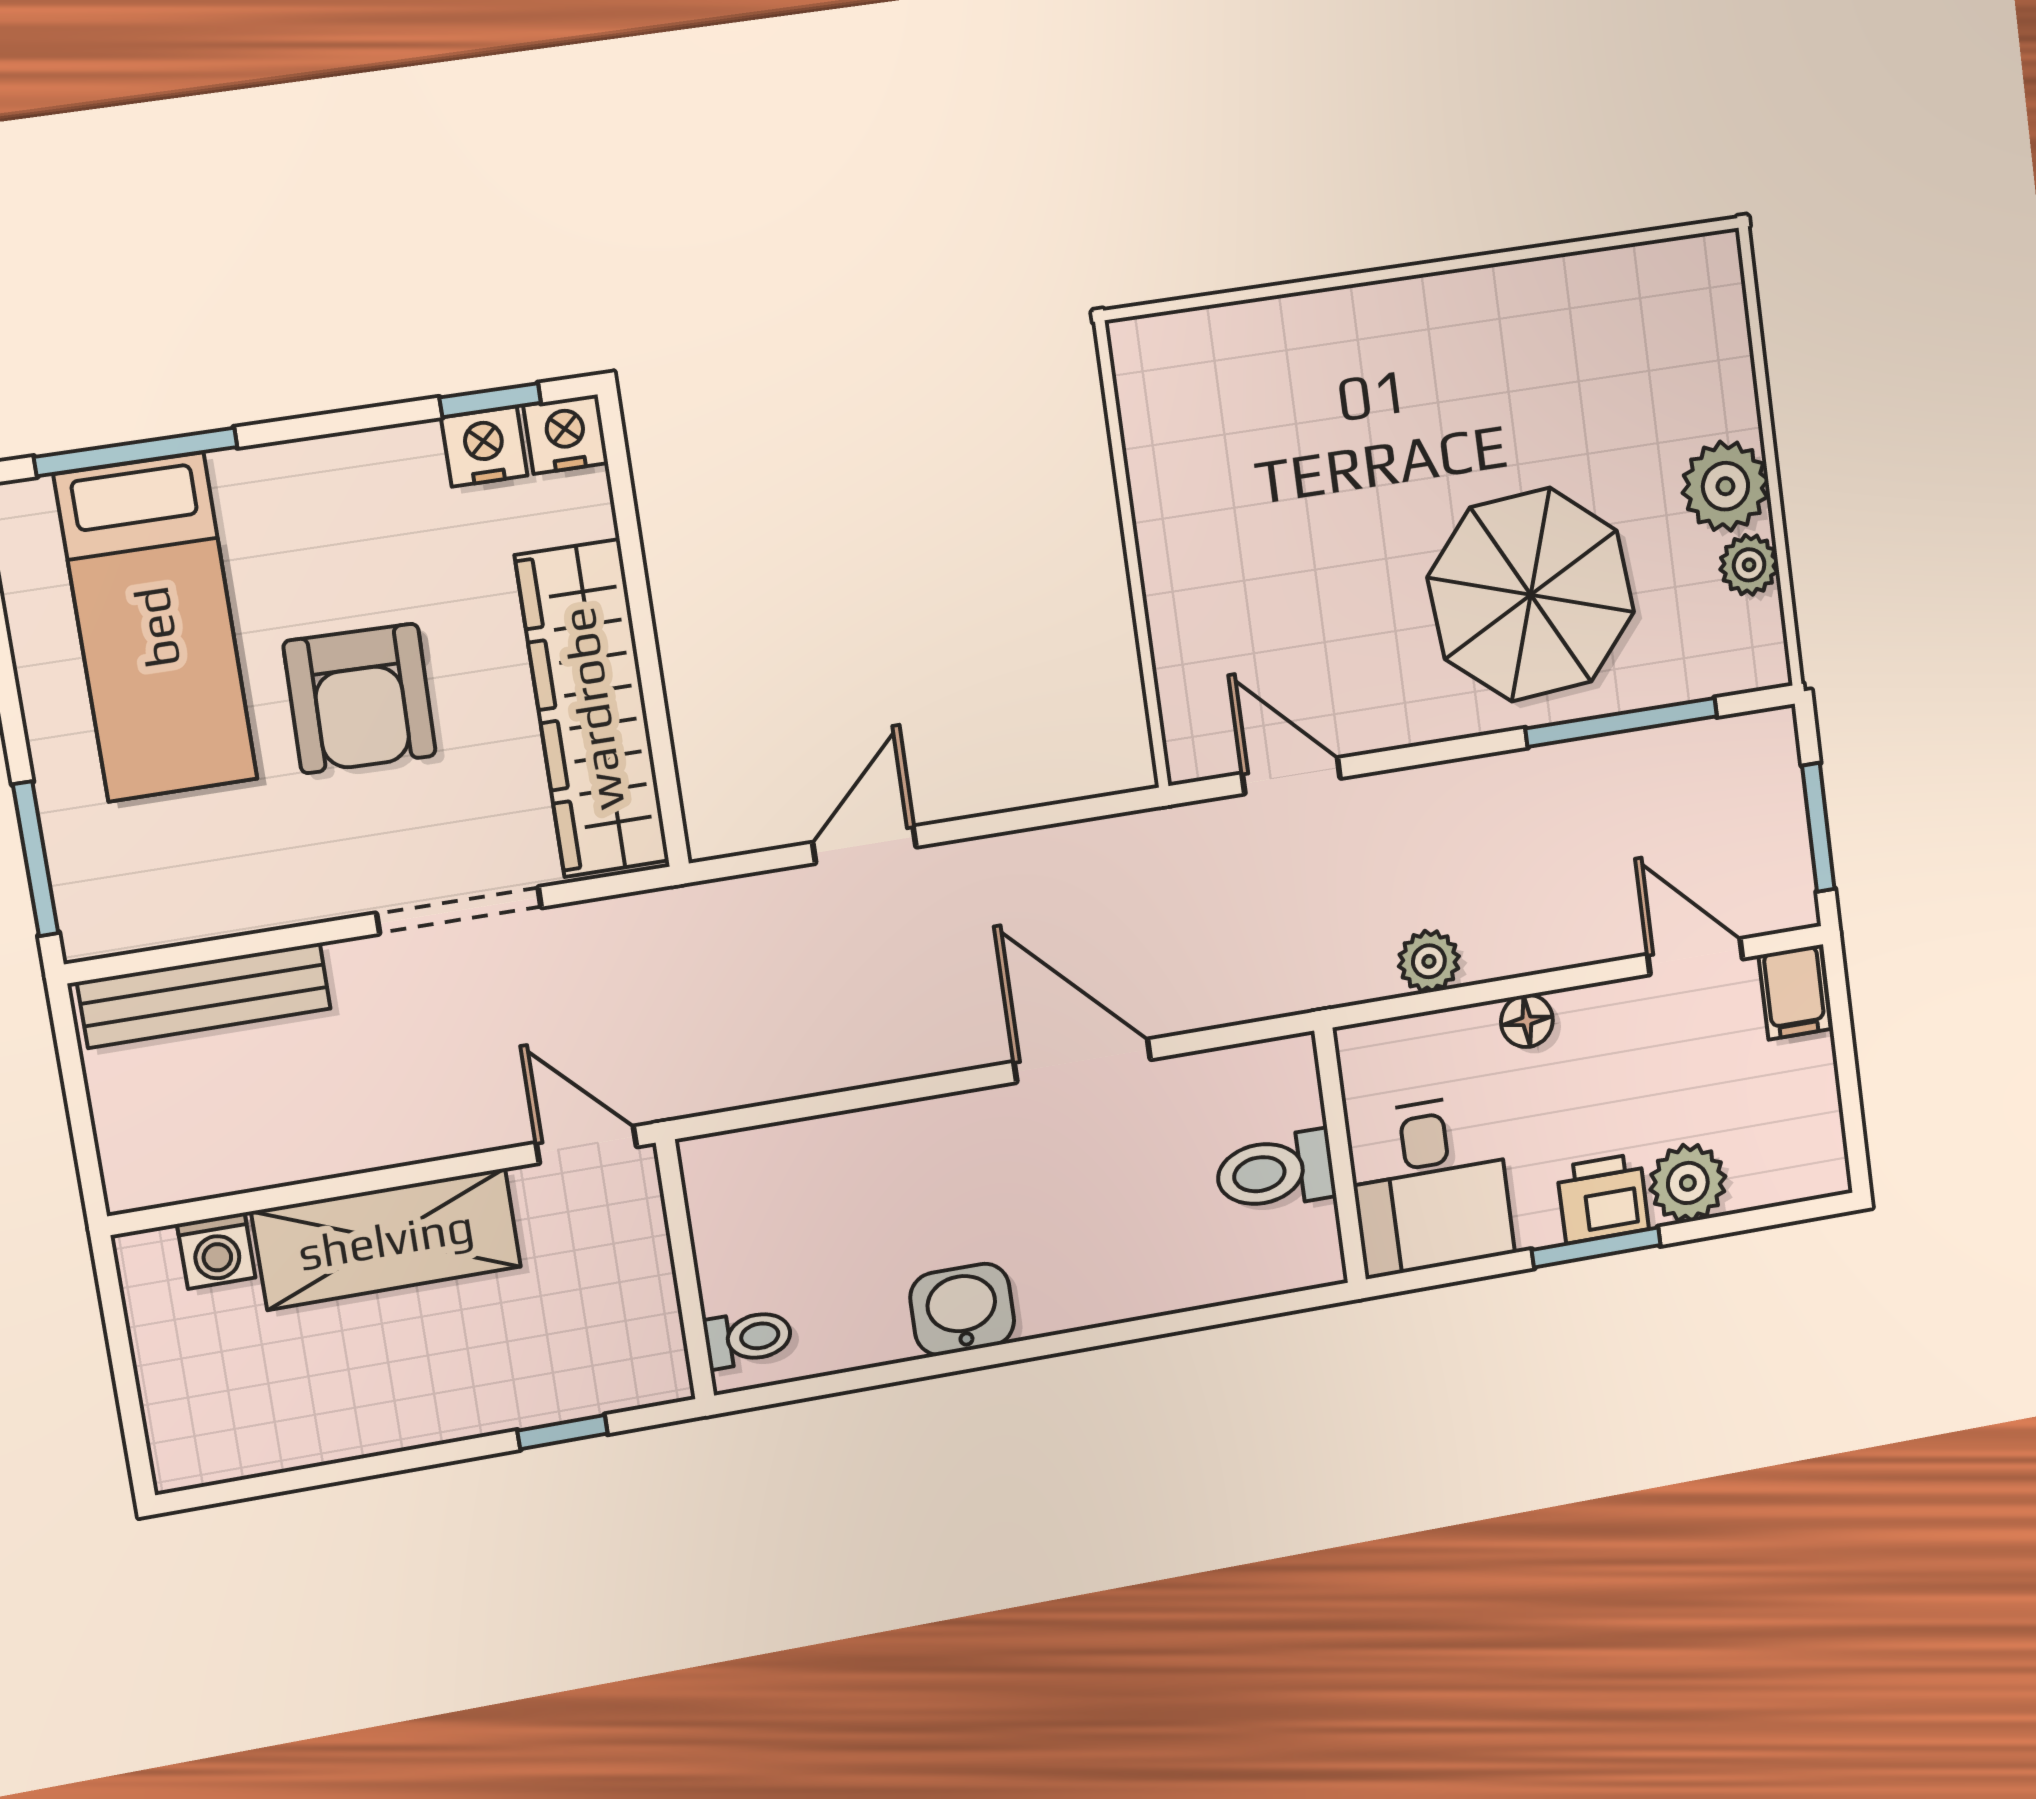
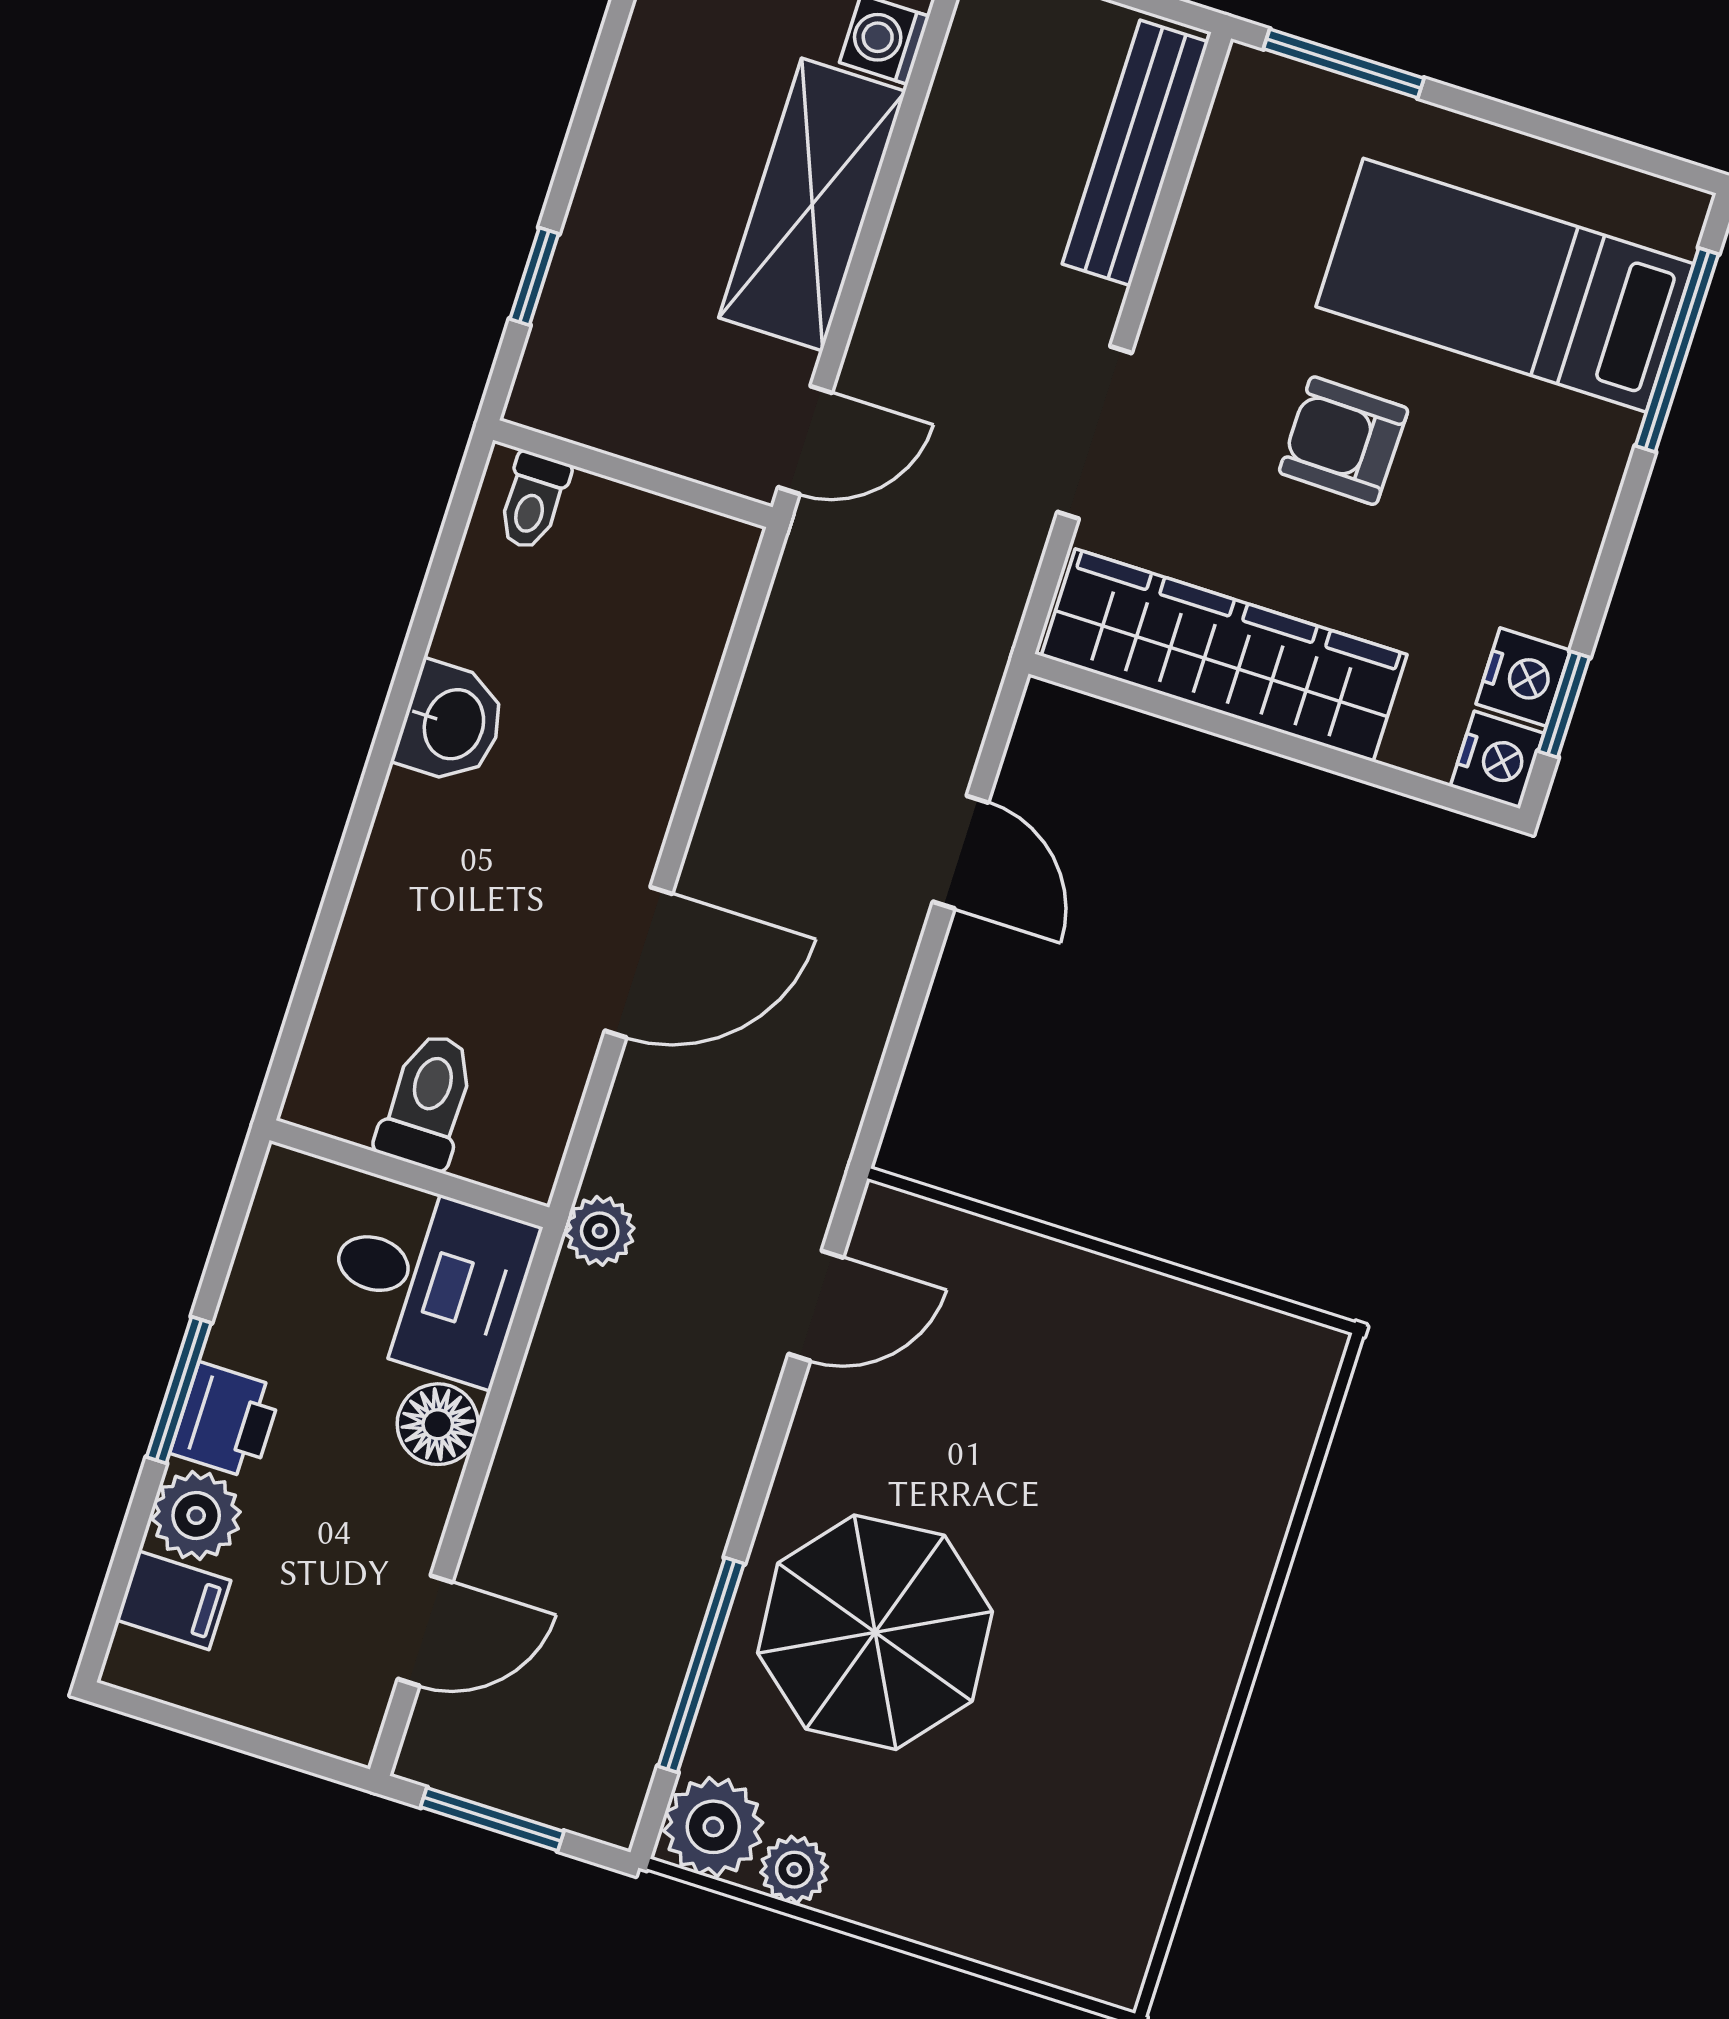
plant: (1725, 486) -> (713, 1827), moved
armchair: (360, 699) -> (1344, 441), width x0.72, depth x0.72
plant: (1429, 961) -> (600, 1231), moved
filing cabinet: (1795, 992) -> (174, 1600), moved, turned 180
floor lamp: (1527, 1021) -> (438, 1424), width x1.37, depth x1.37
desk: (1430, 1185) -> (428, 1281), moved, turned 180

